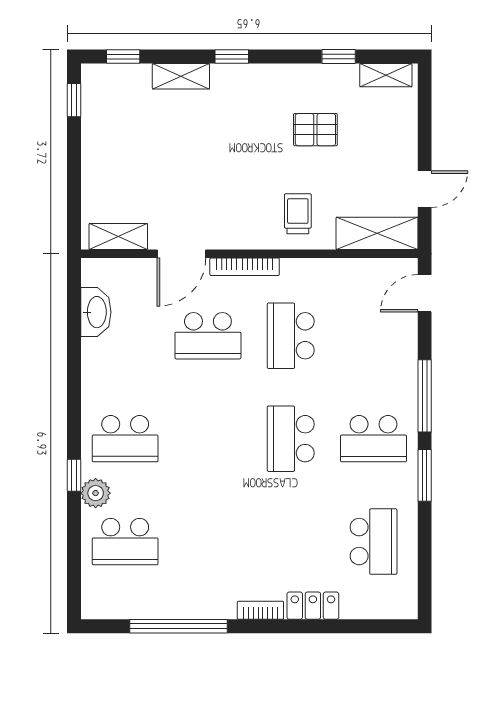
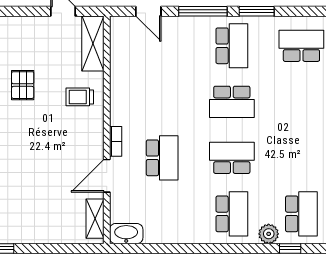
door: (181, 254) -> (107, 176), swing flipped
bookcase: (245, 267) -> (116, 141), width x0.64
door: (425, 293) -> (148, 11), moved
washbasin: (96, 312) -> (126, 234), moved
school desk: (291, 336) -> (232, 158), moved, turned 180
window: (74, 475) -> (290, 248), moved

